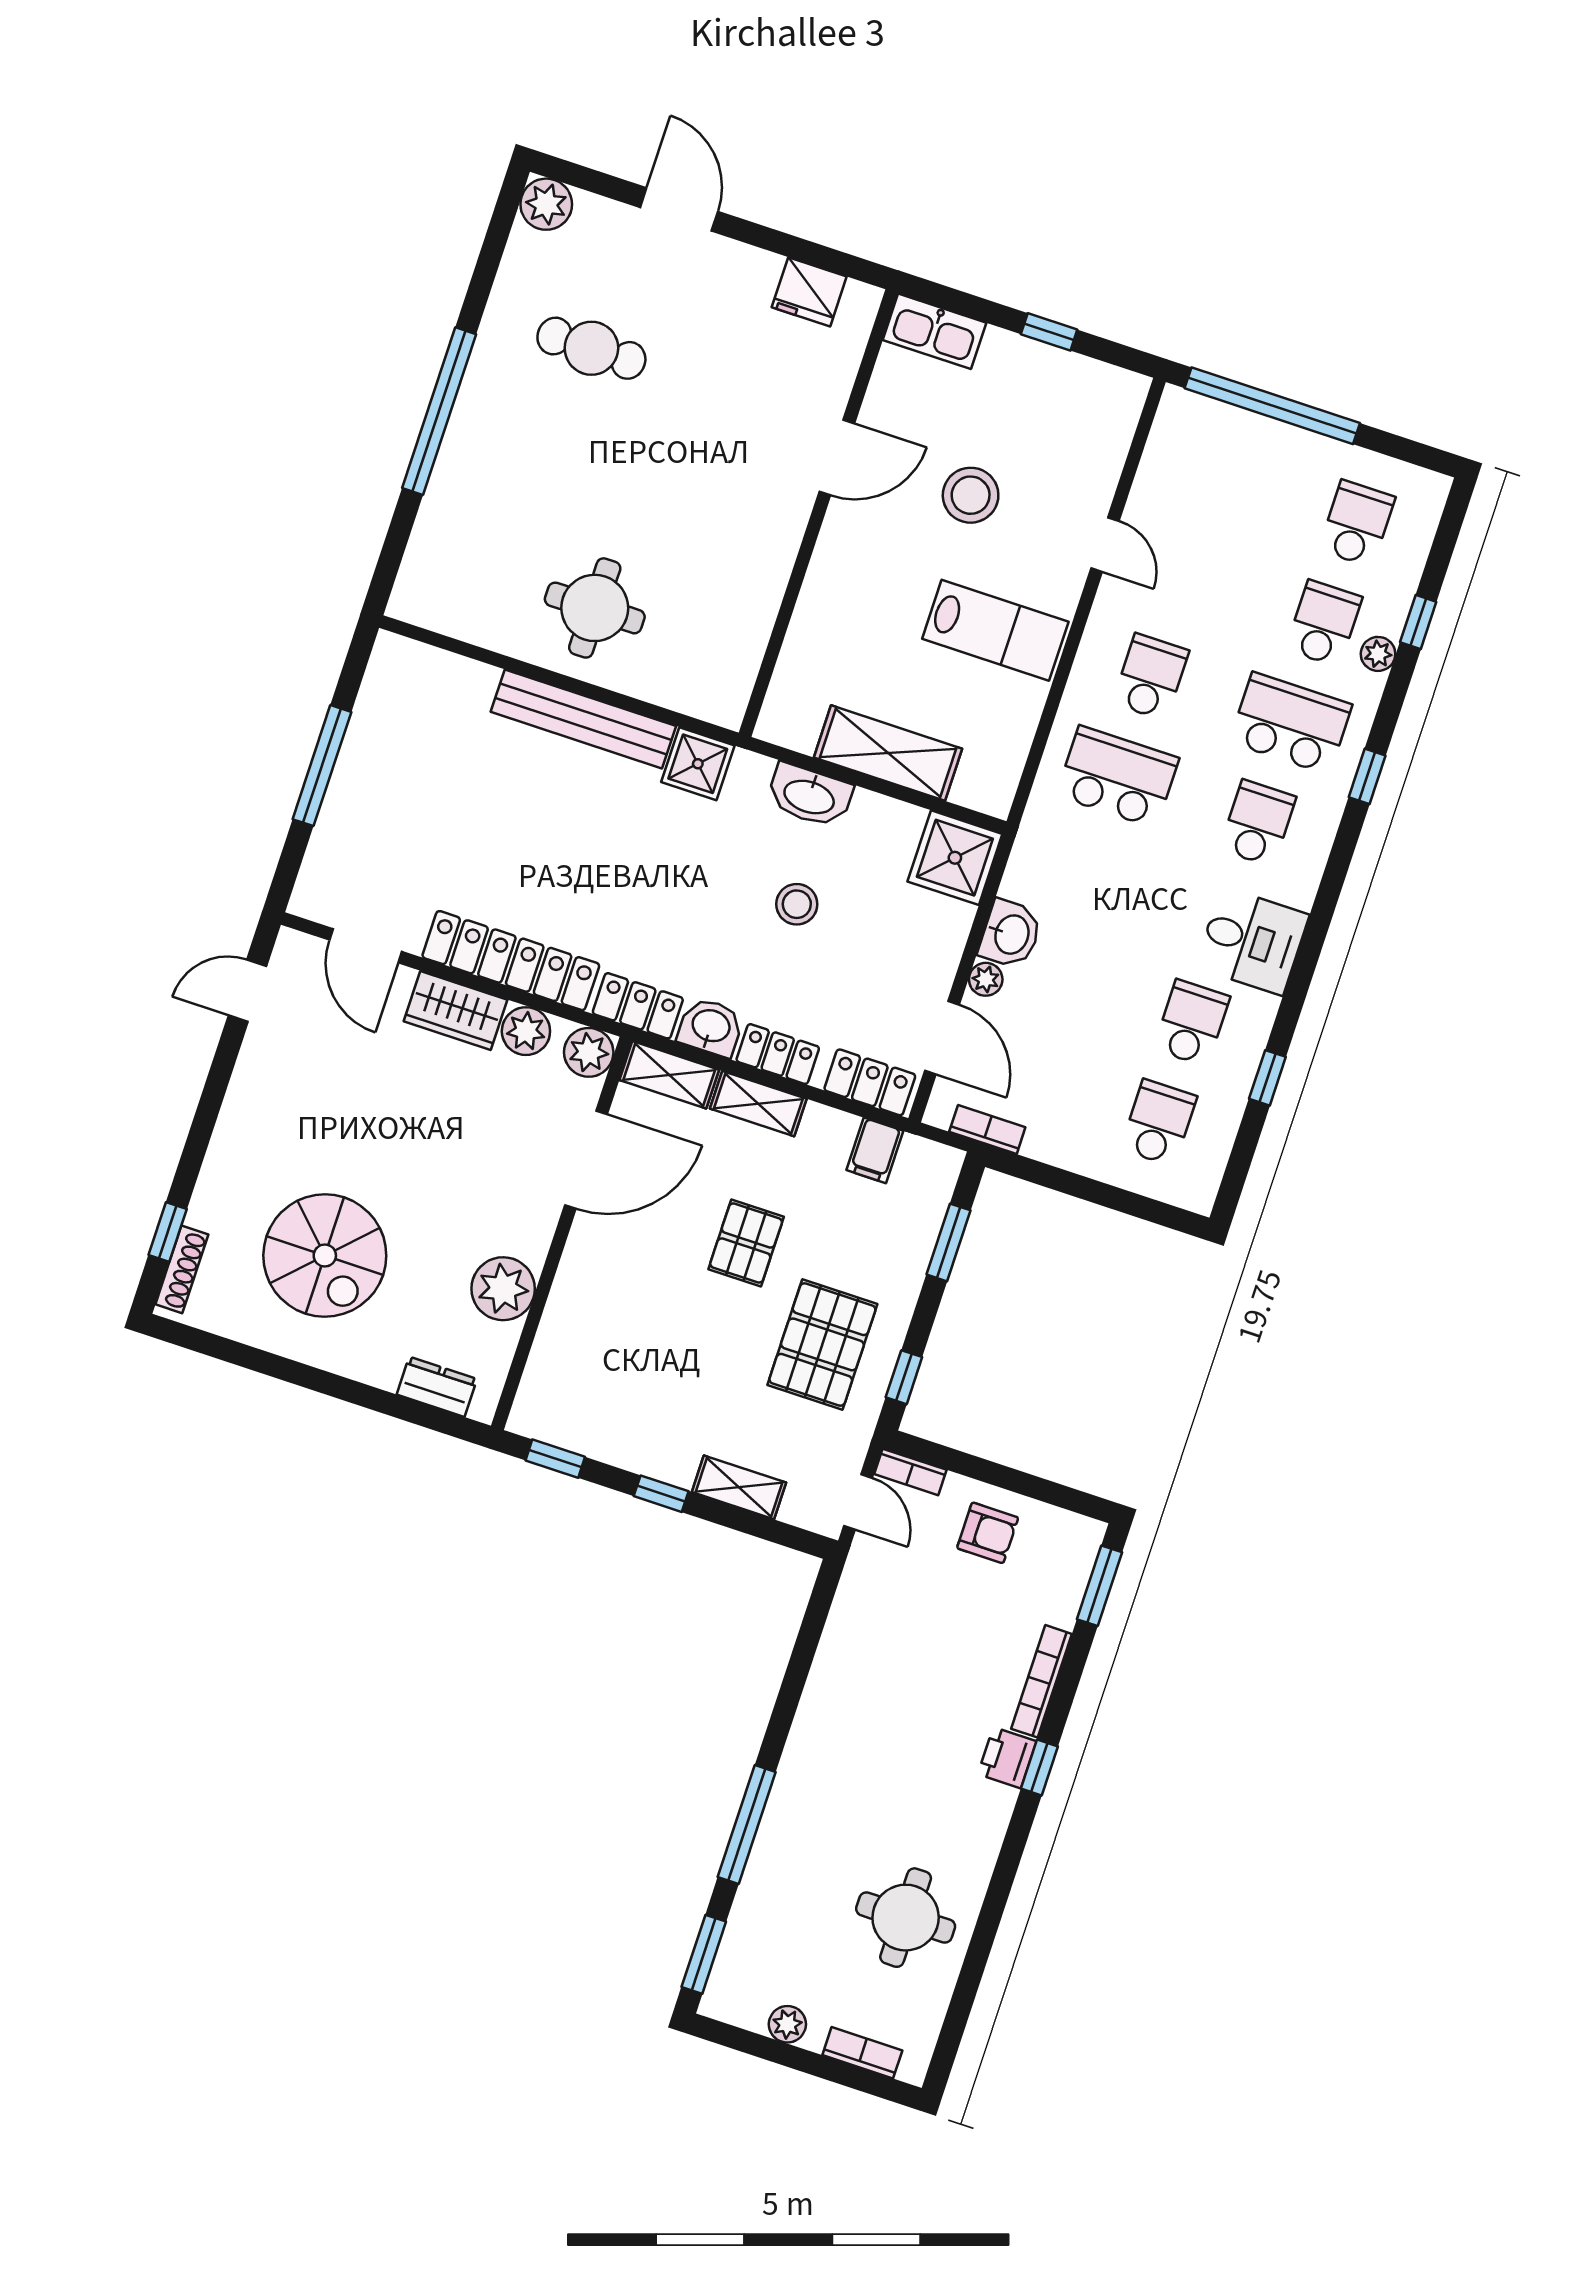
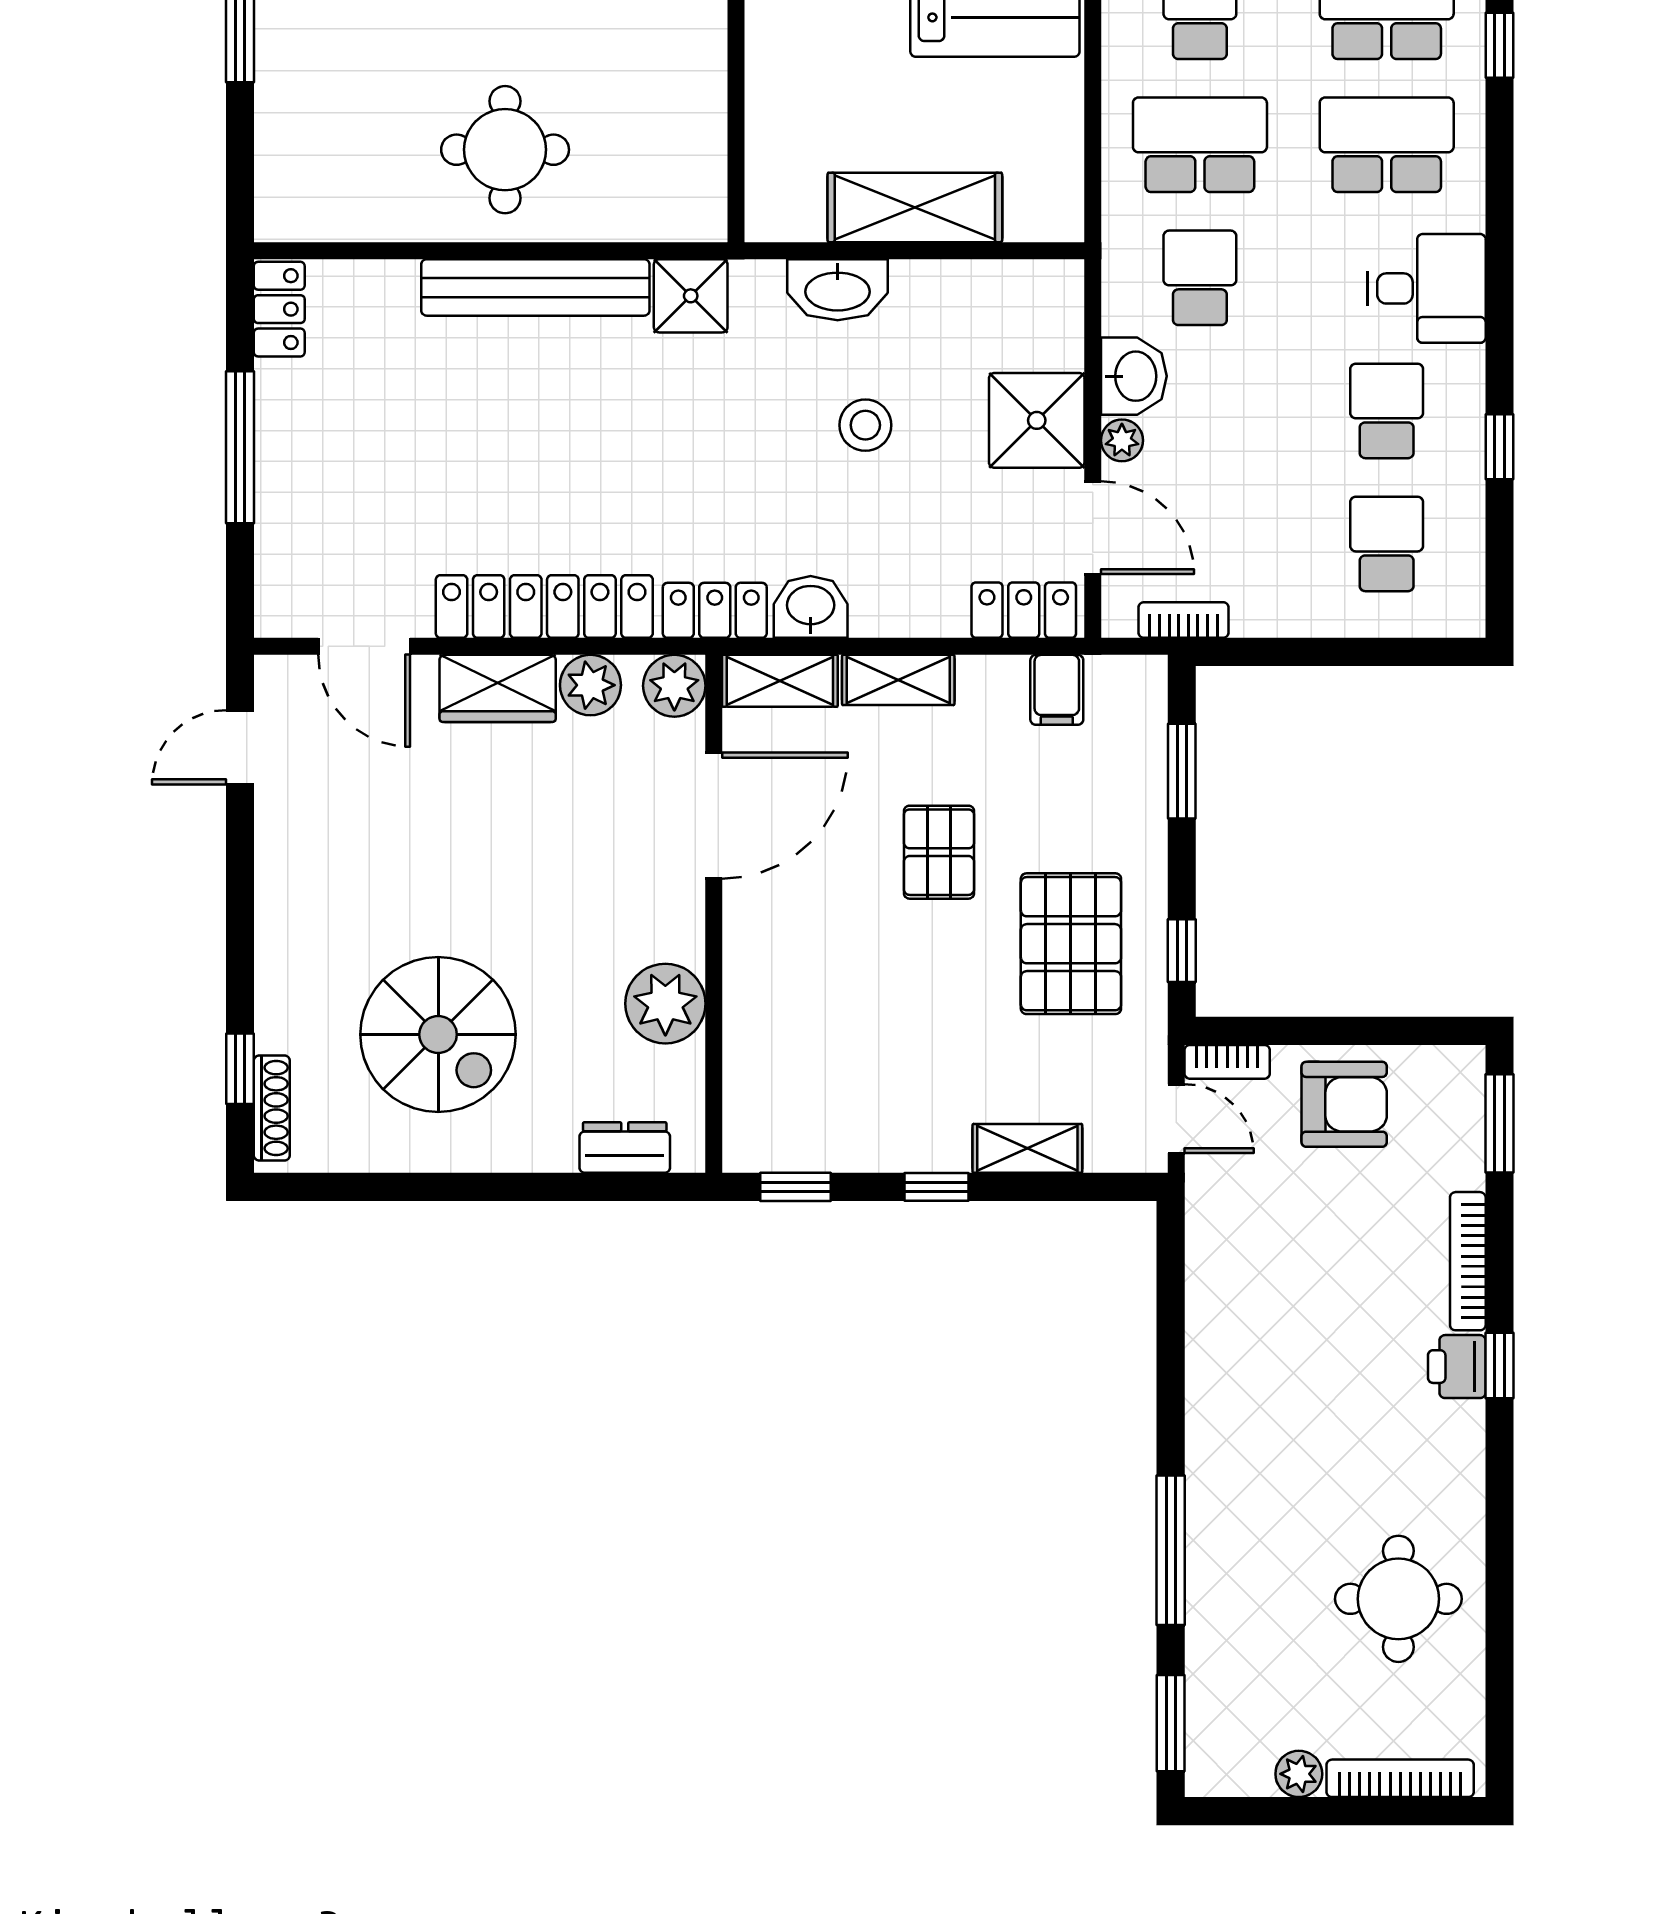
school desk: (1258, 823) -> (1387, 145), width x1.85
shower: (955, 858) -> (1037, 420), moved
school desk: (1085, 877) -> (1200, 278), added
locker: (778, 1054) -> (279, 309), moved, turned 90
armchair: (988, 1533) -> (1344, 1104), width x1.38, depth x1.38
bookcase: (862, 2053) -> (1400, 1778), width x1.56

